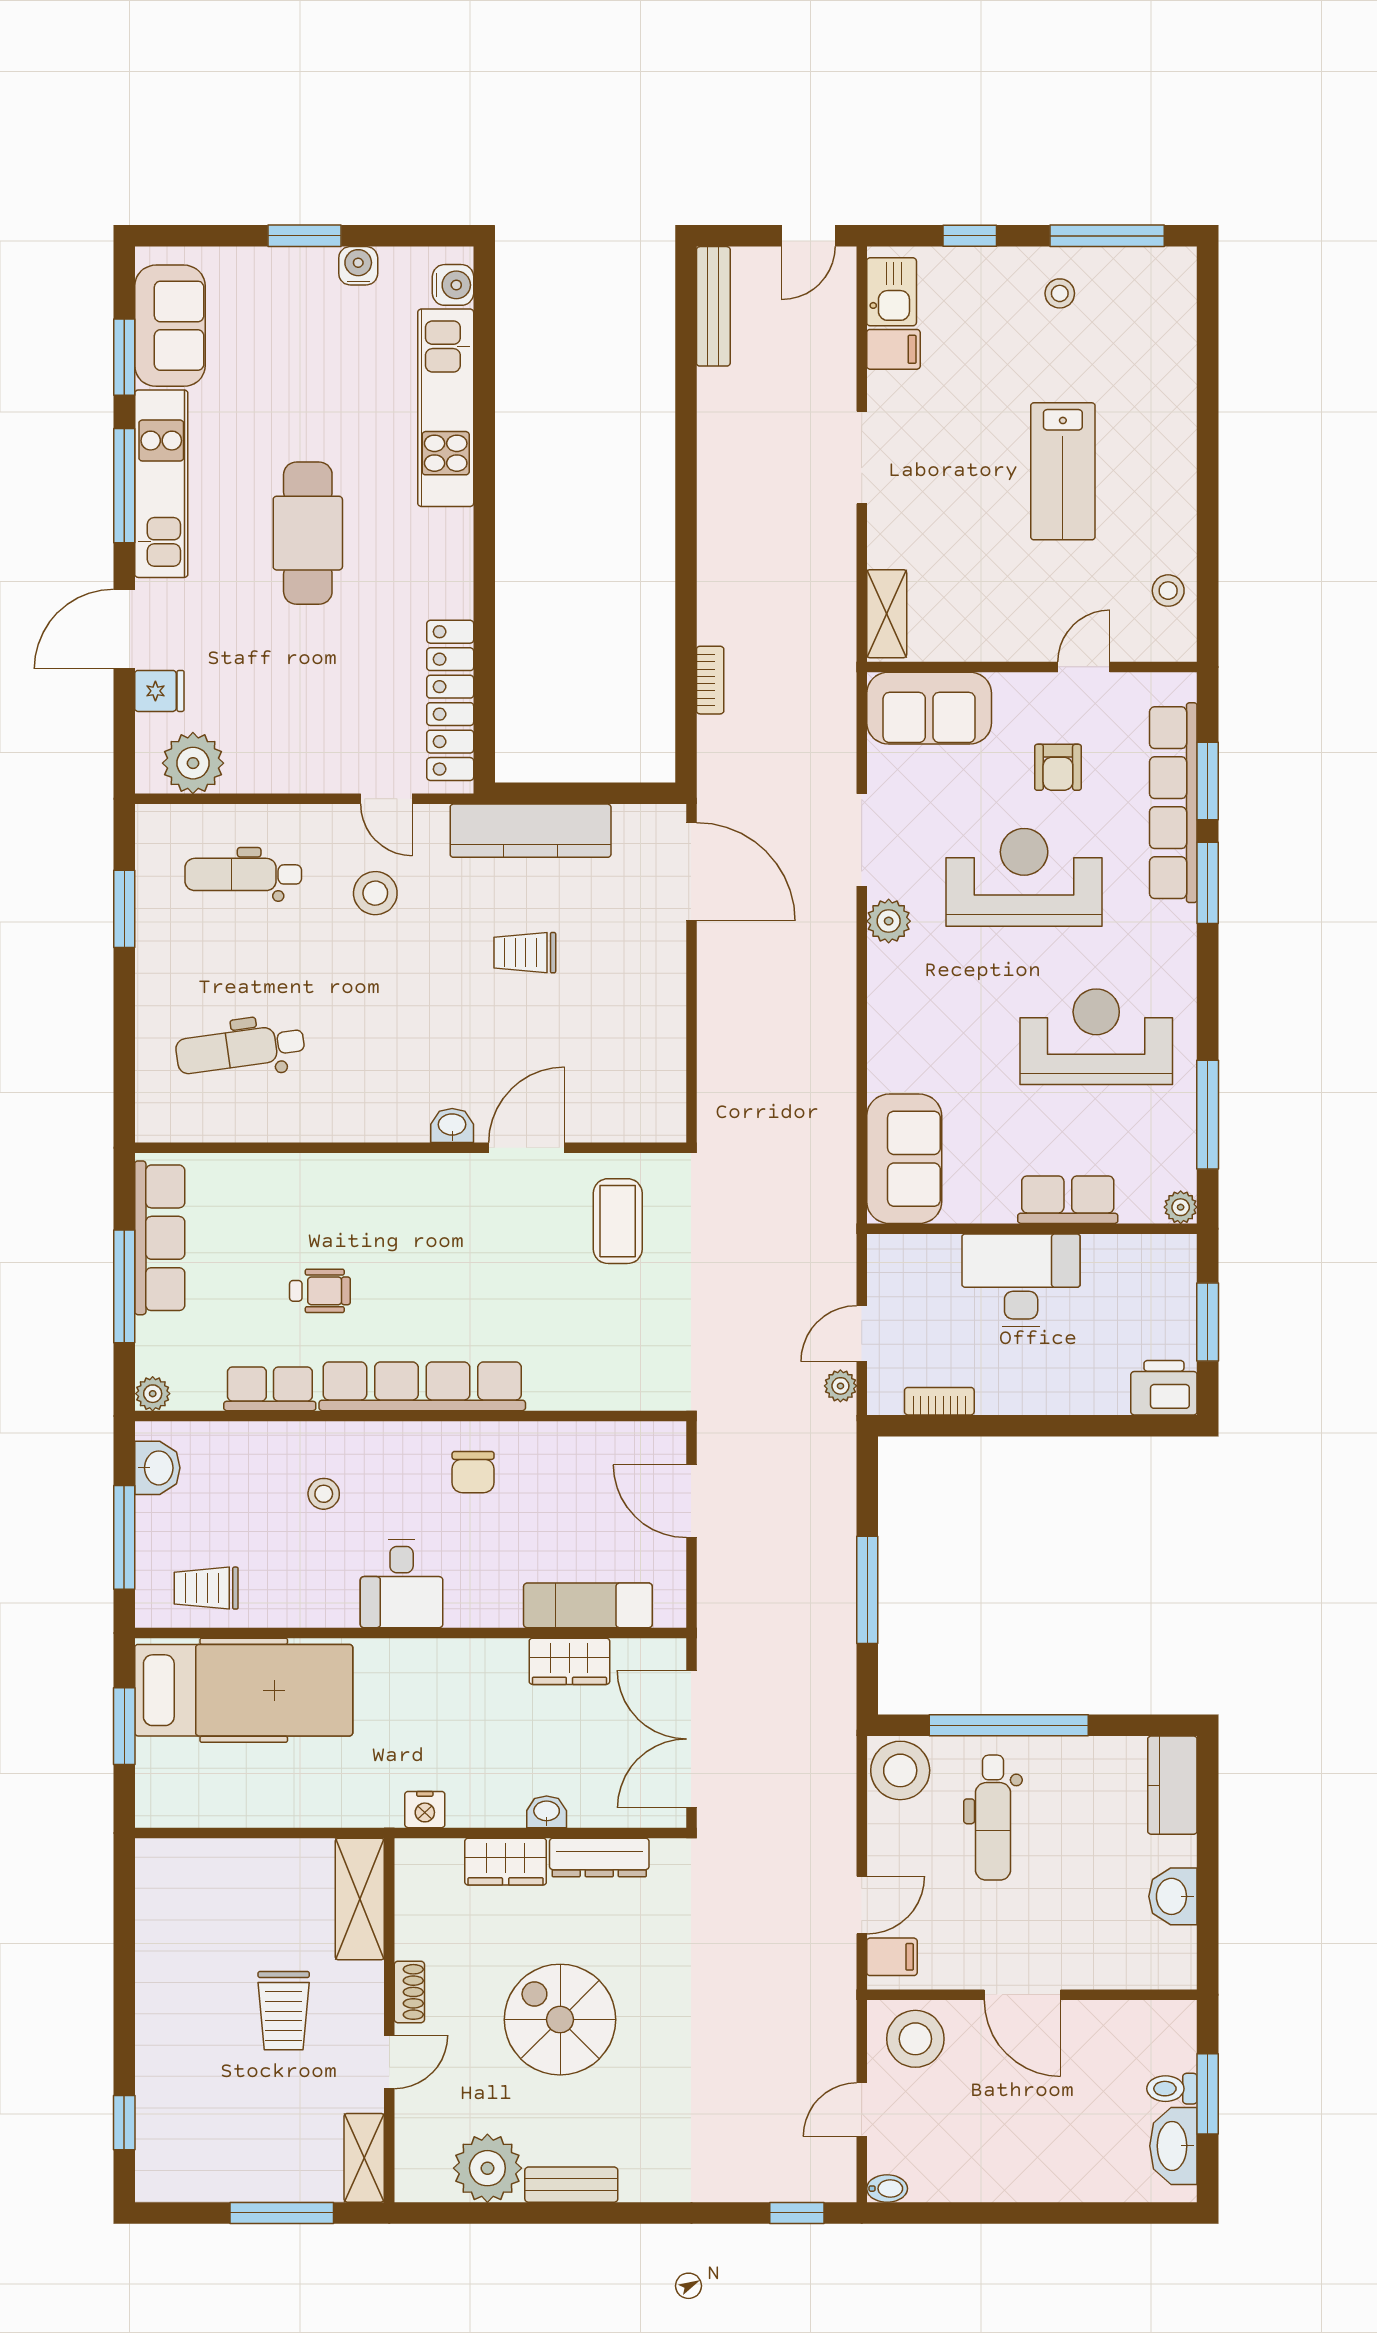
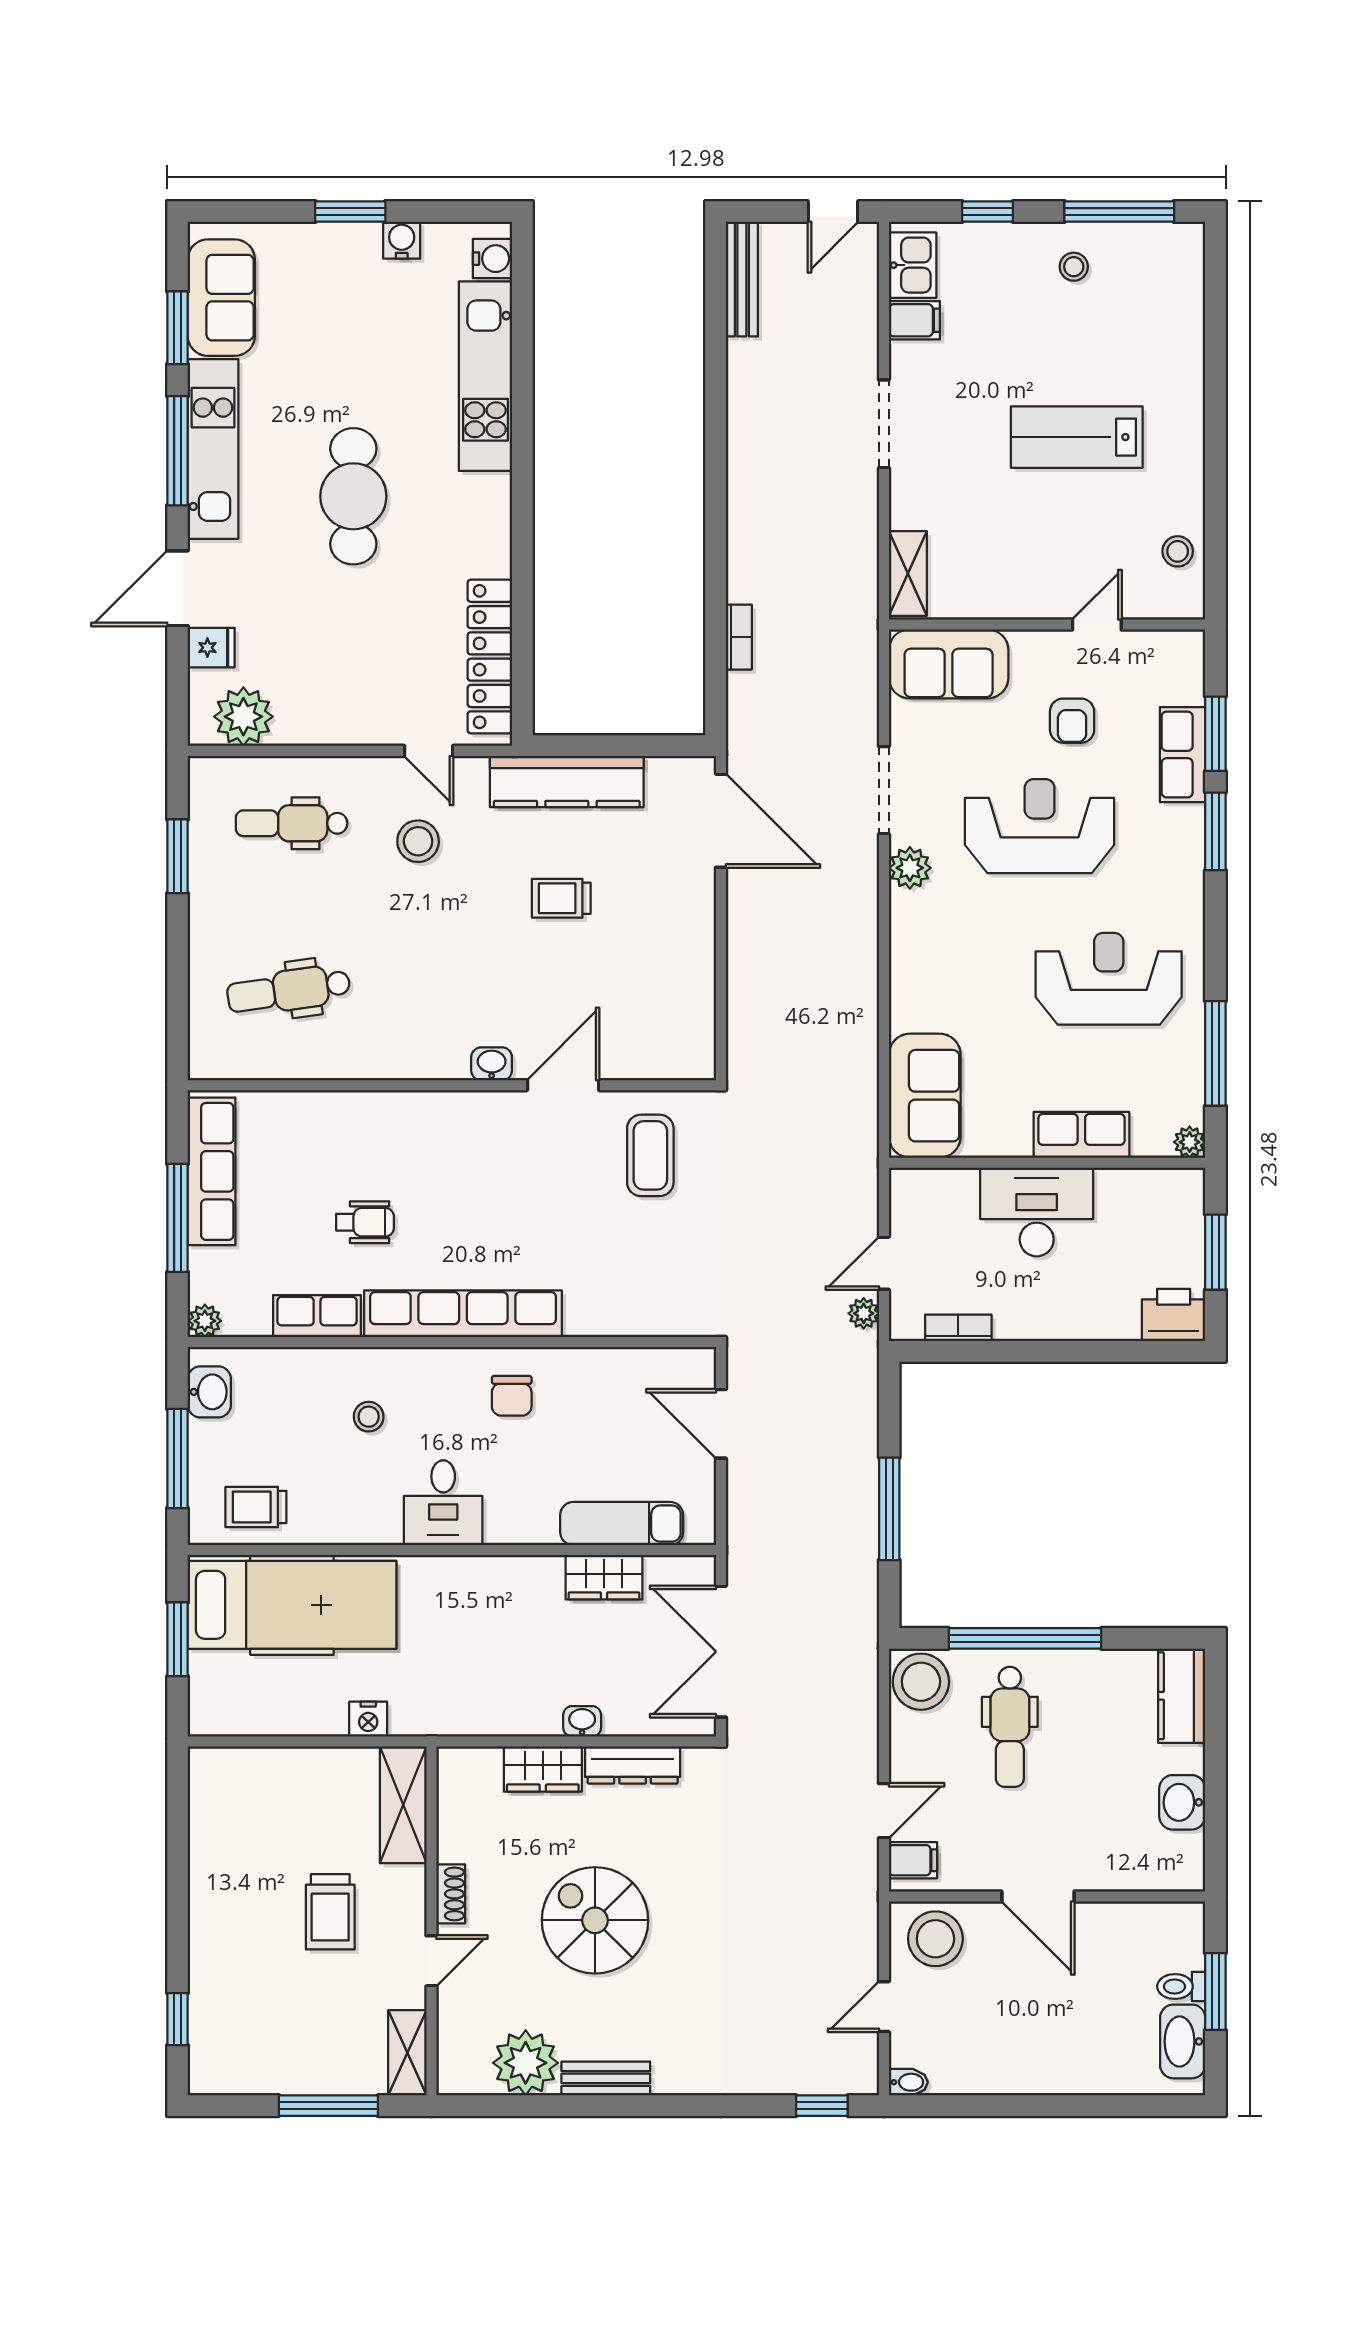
lab bench: (1063, 471) -> (1077, 437), turned 90
row of seats: (1173, 803) -> (1183, 755), width x0.50
nightstand: (425, 1810) -> (368, 1719), moved

